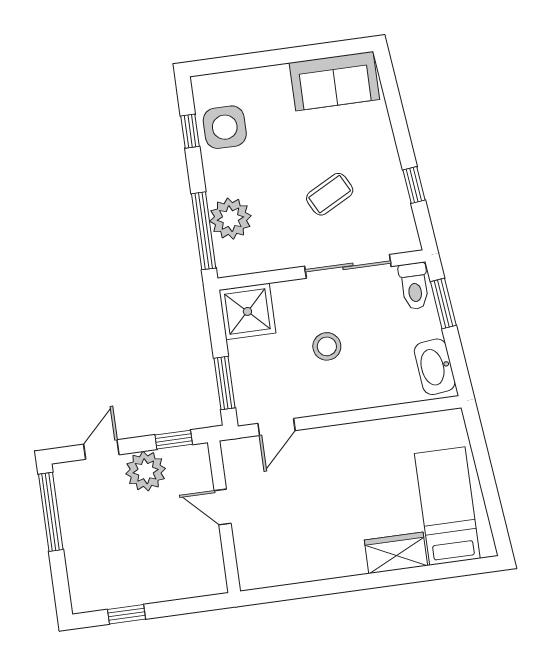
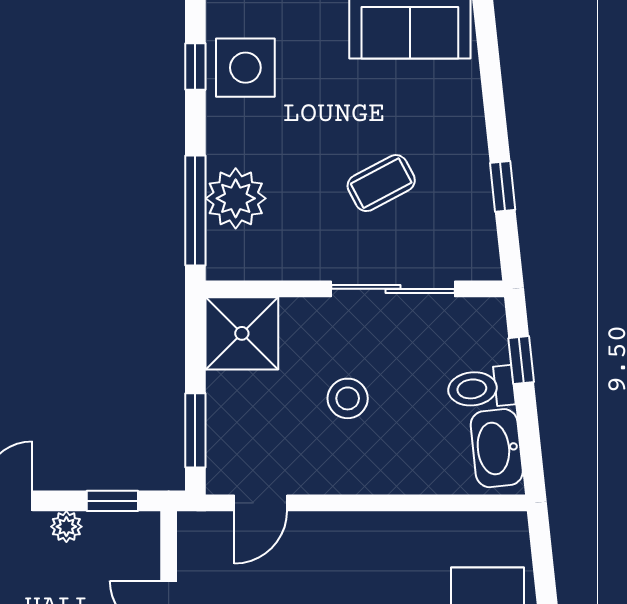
toilet: (414, 286) -> (481, 388), moved, turned 84
window: (443, 303) -> (521, 360), width x0.67
plant: (146, 471) -> (66, 527), width x0.53, depth x0.53

